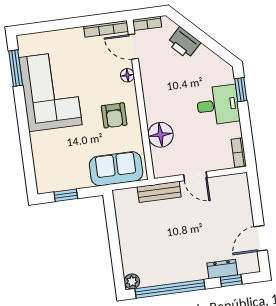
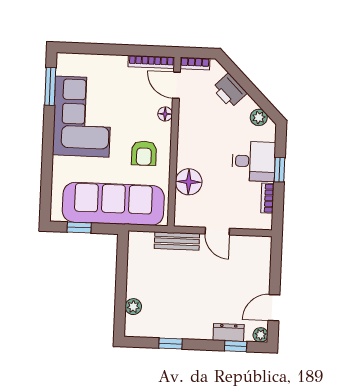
plant: (215, 63) -> (259, 117), added
window: (241, 90) -> (279, 170), moved
bookcase: (239, 152) -> (267, 198), moved
sofa: (116, 169) -> (113, 204), width x1.85, depth x1.27
plant: (253, 266) -> (261, 335), added
plant: (132, 281) -> (133, 307), moved
window: (170, 289) -> (171, 344), width x0.32

